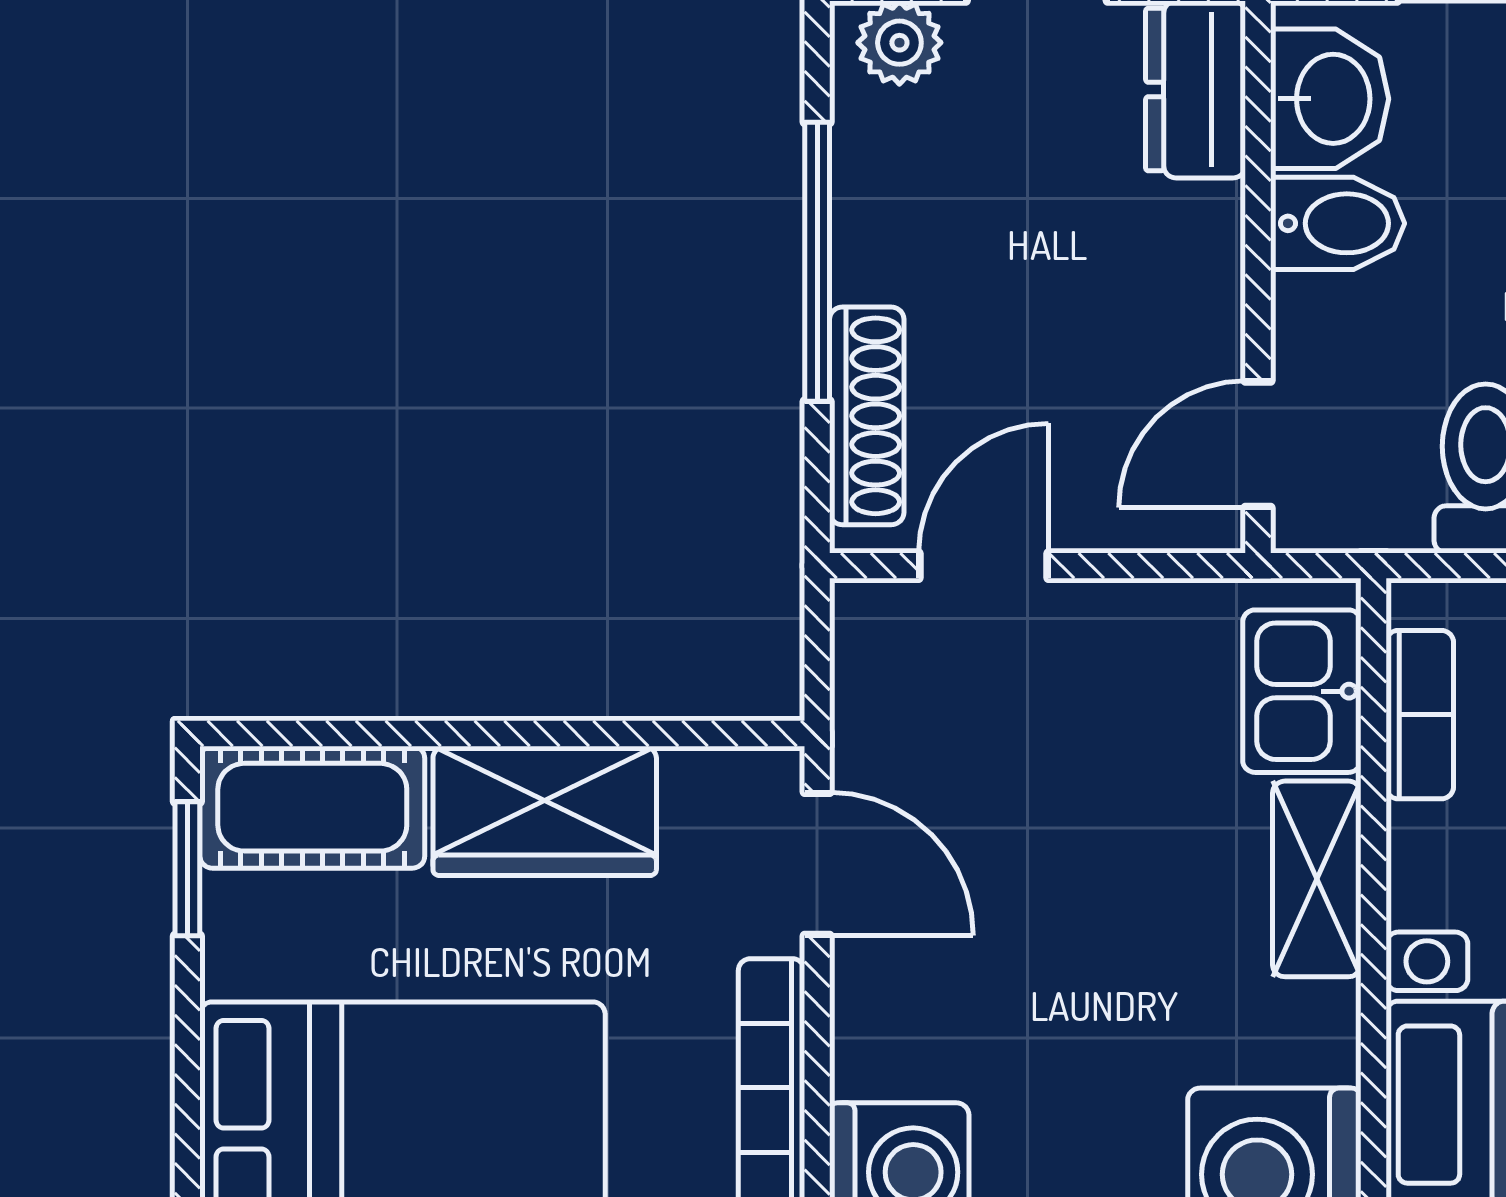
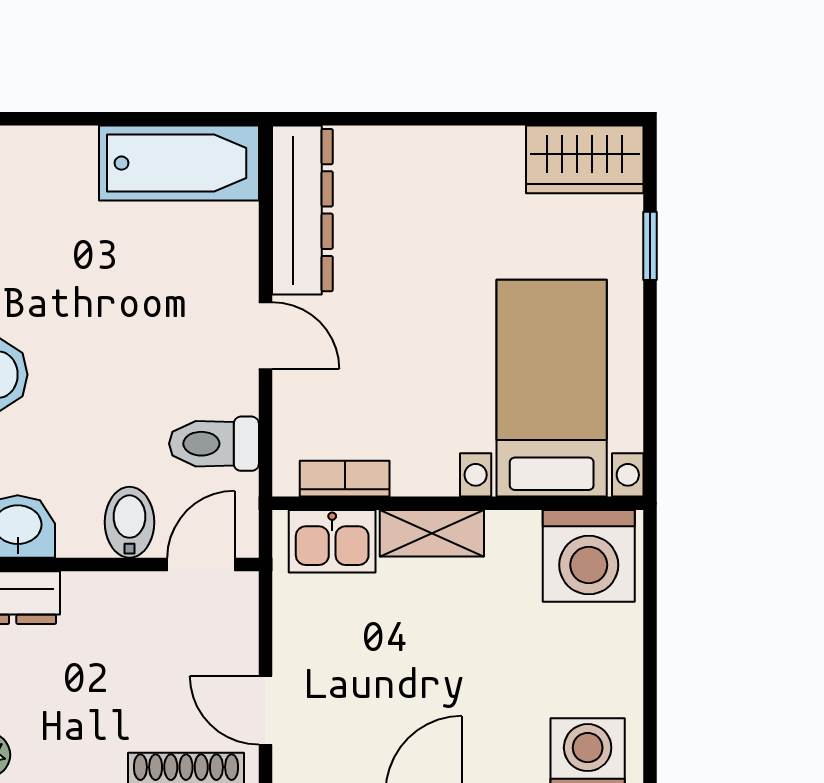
bidet: (1338, 223) -> (129, 522), moved
door: (1258, 444) -> (201, 565), swing flipped

